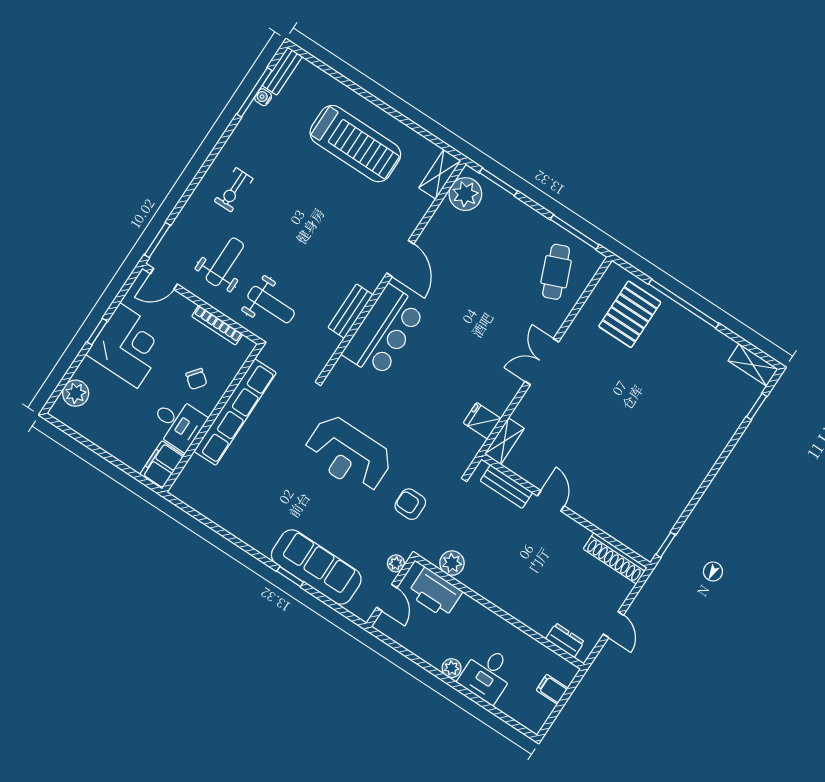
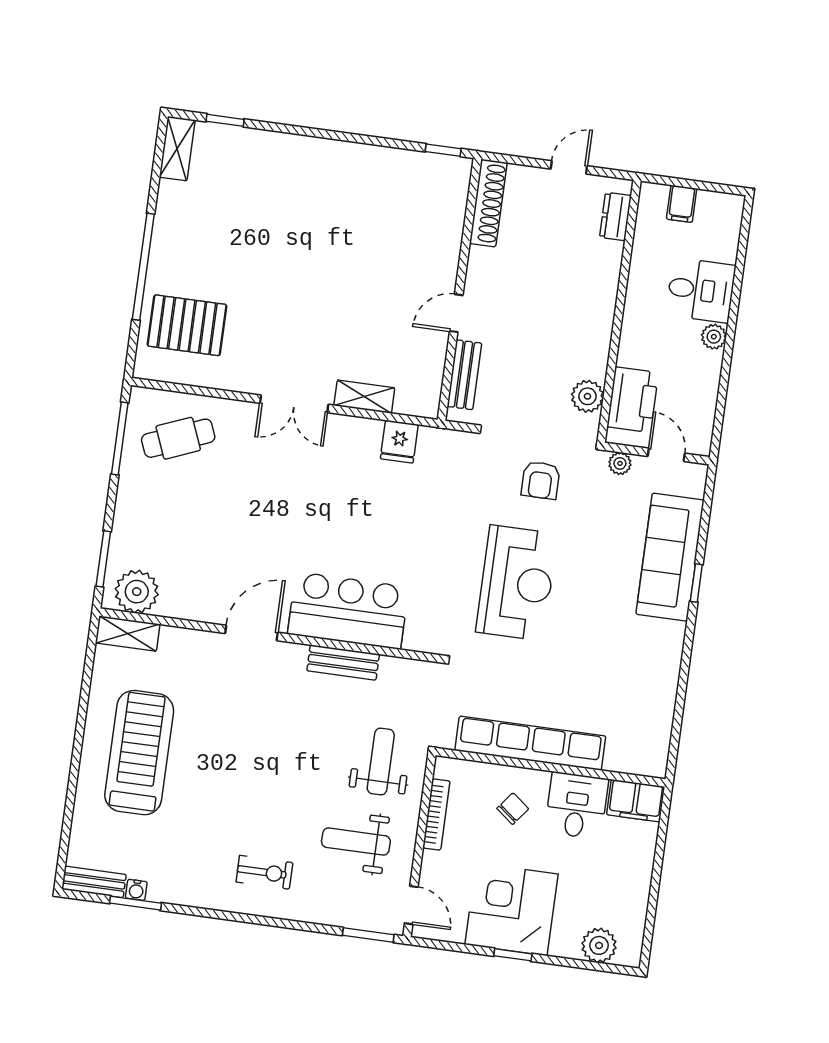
window: (254, 92) -> (135, 903), width x0.69
shelving: (504, 441) -> (364, 397), moved
door: (387, 598) -> (666, 455), hinge flipped

